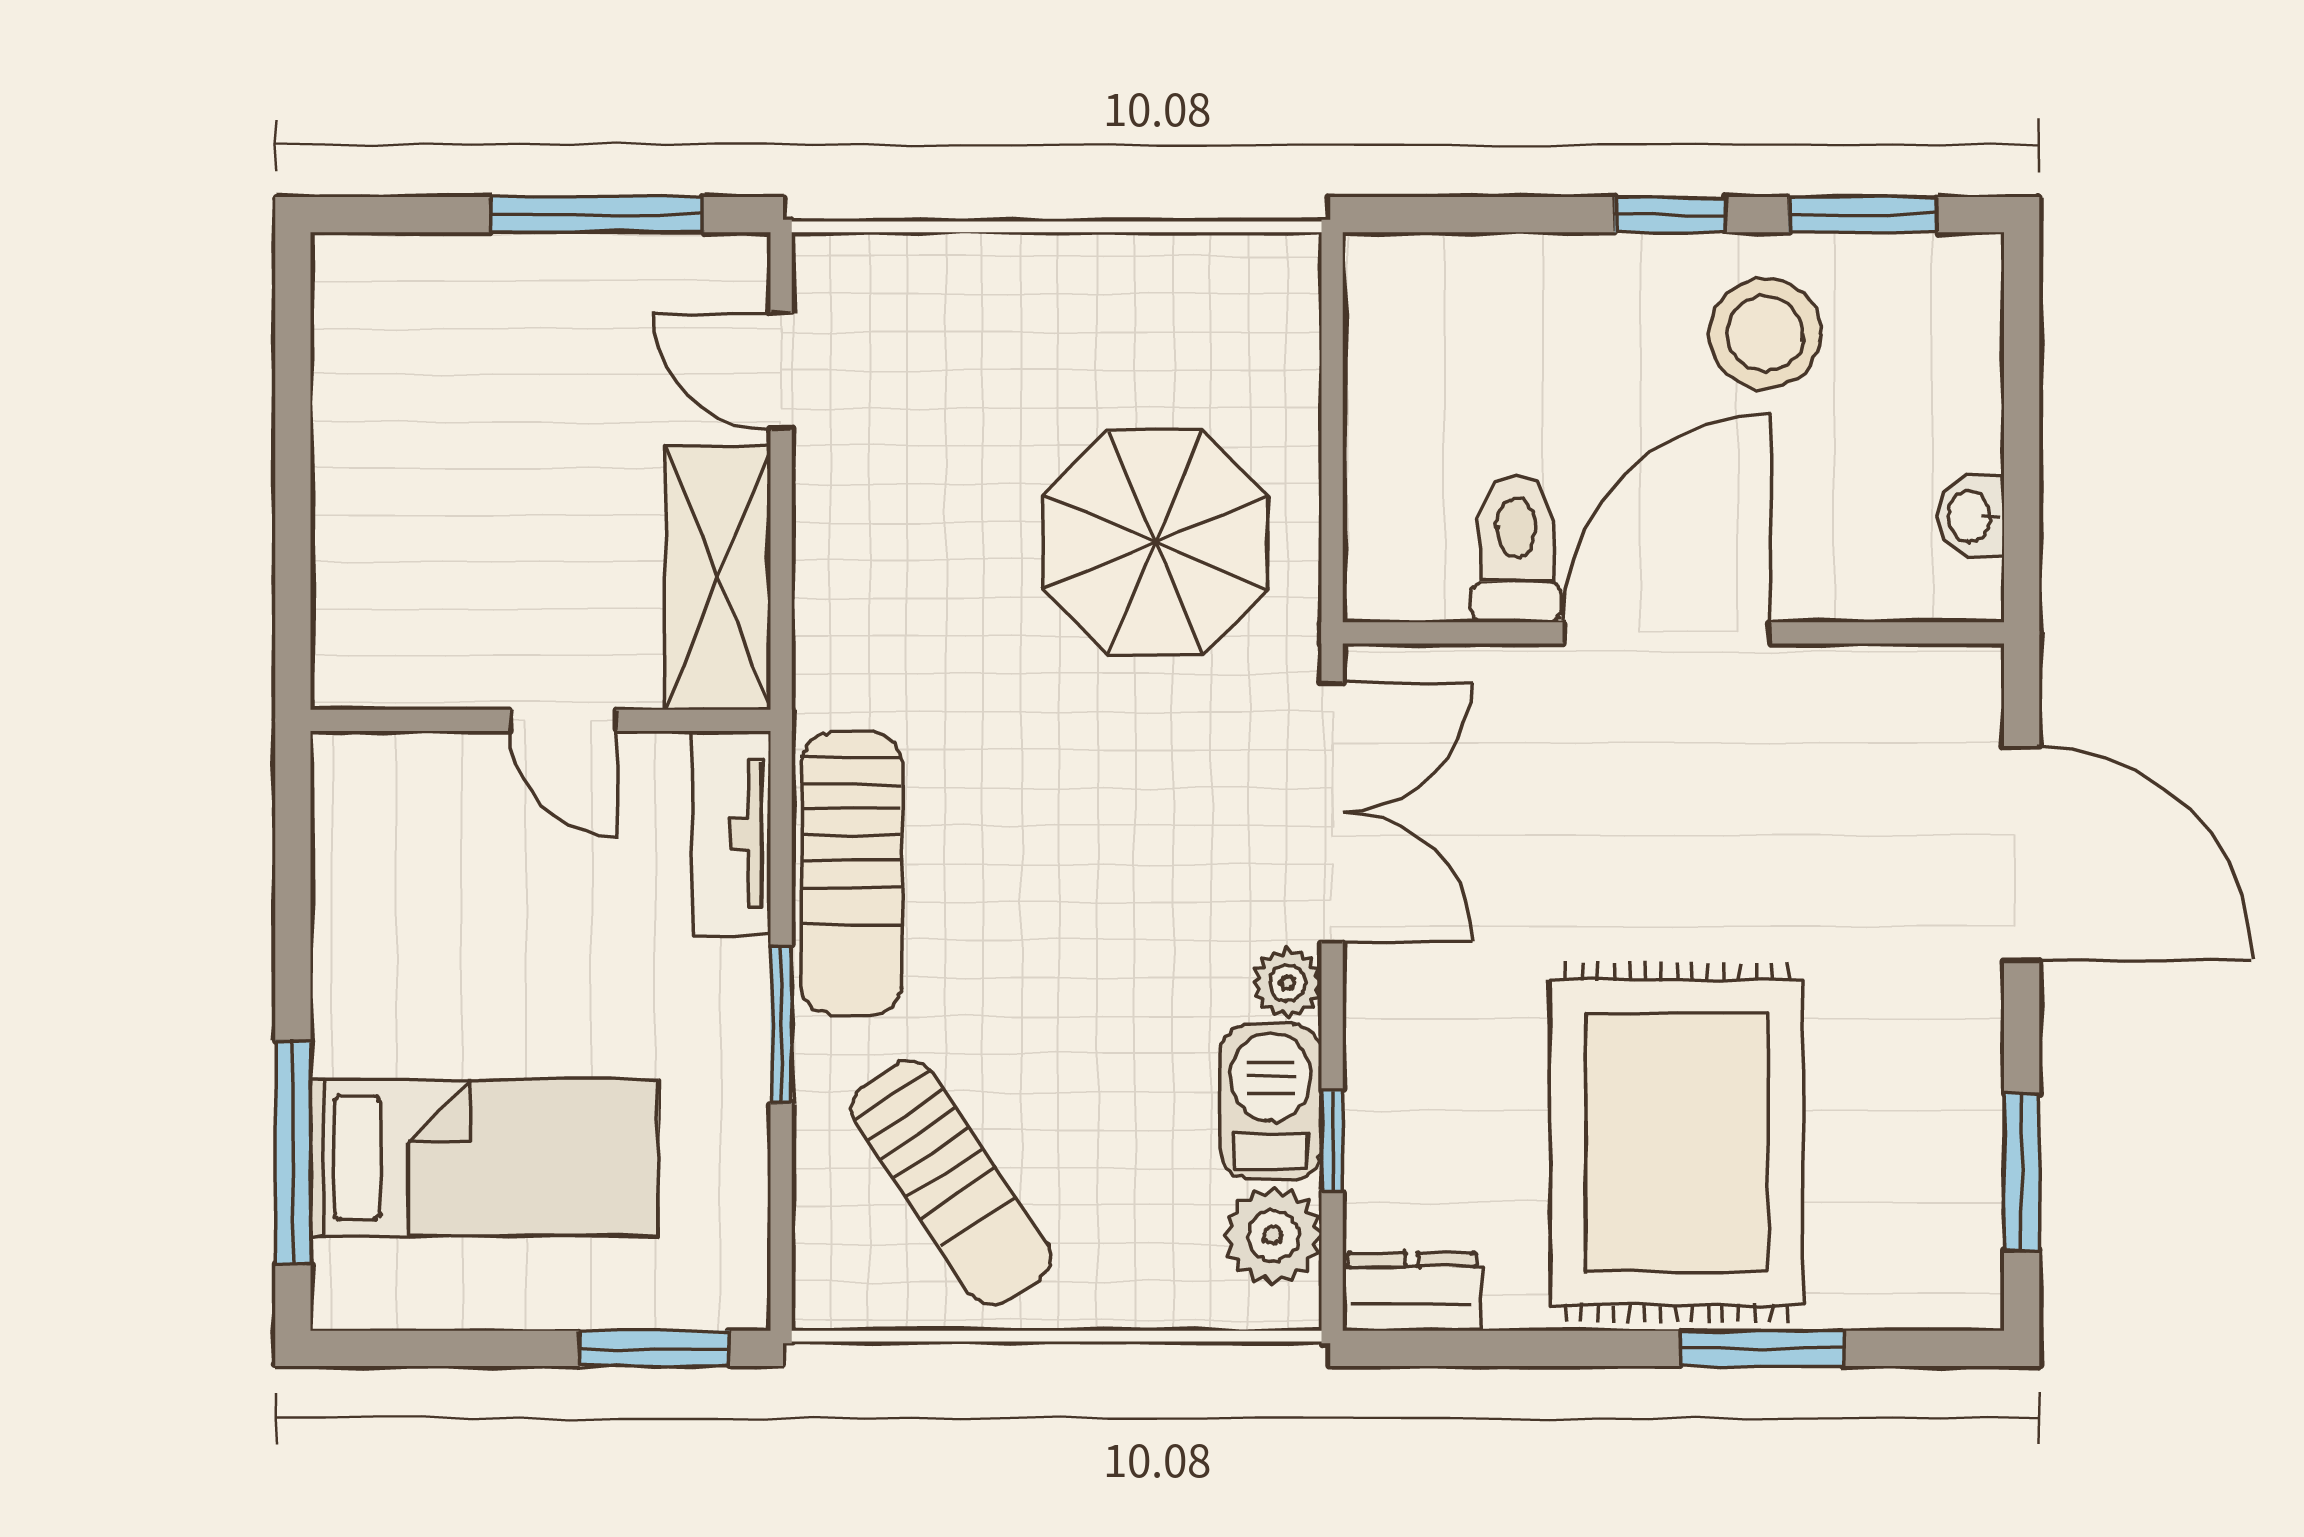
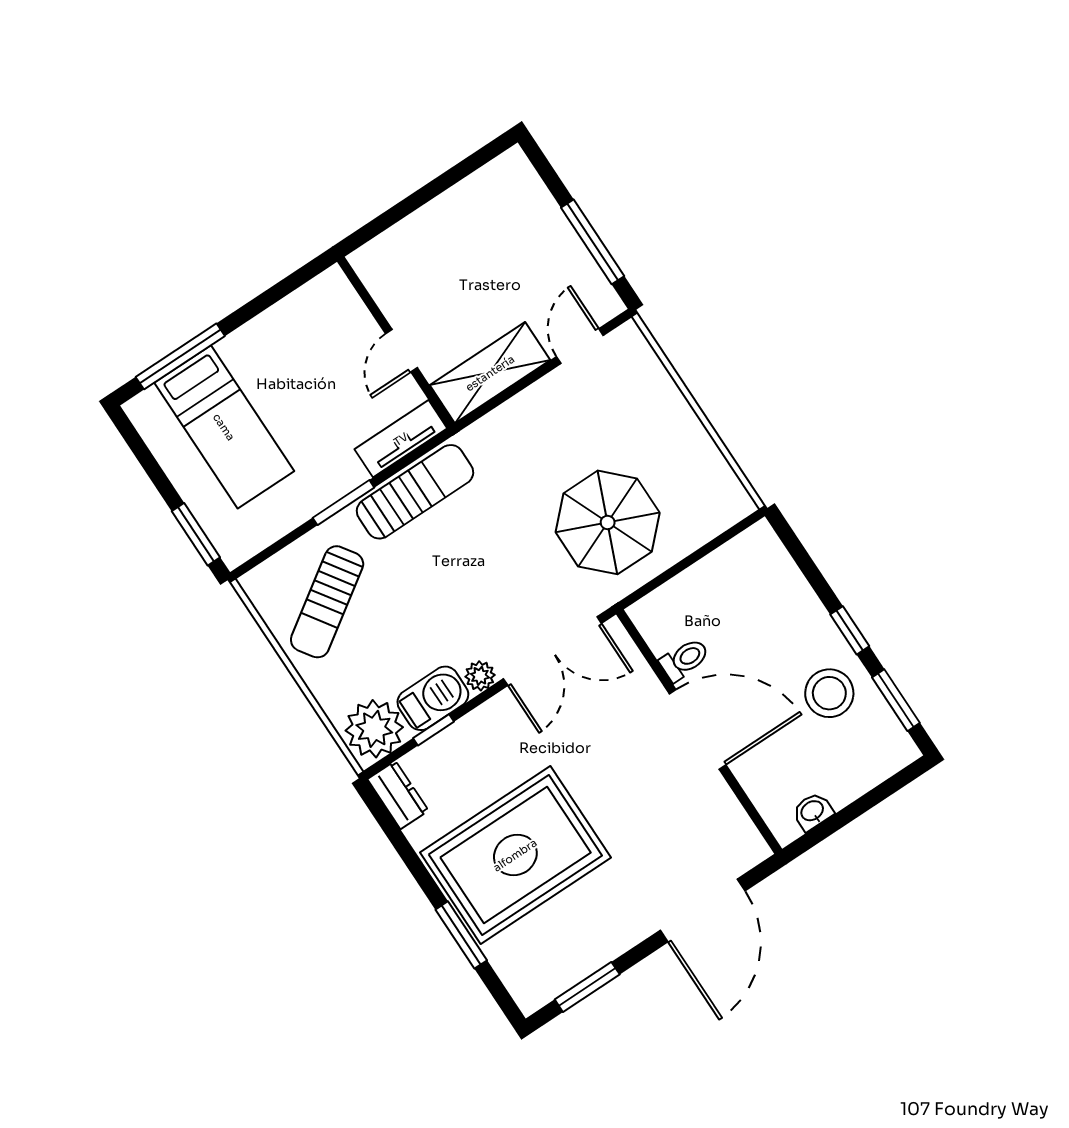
toilet: (1516, 549) -> (684, 659), width x0.73, depth x0.72
sun lounger: (851, 874) -> (415, 492), turned 180
plant: (1273, 1235) -> (374, 729), width x1.36, depth x1.36

